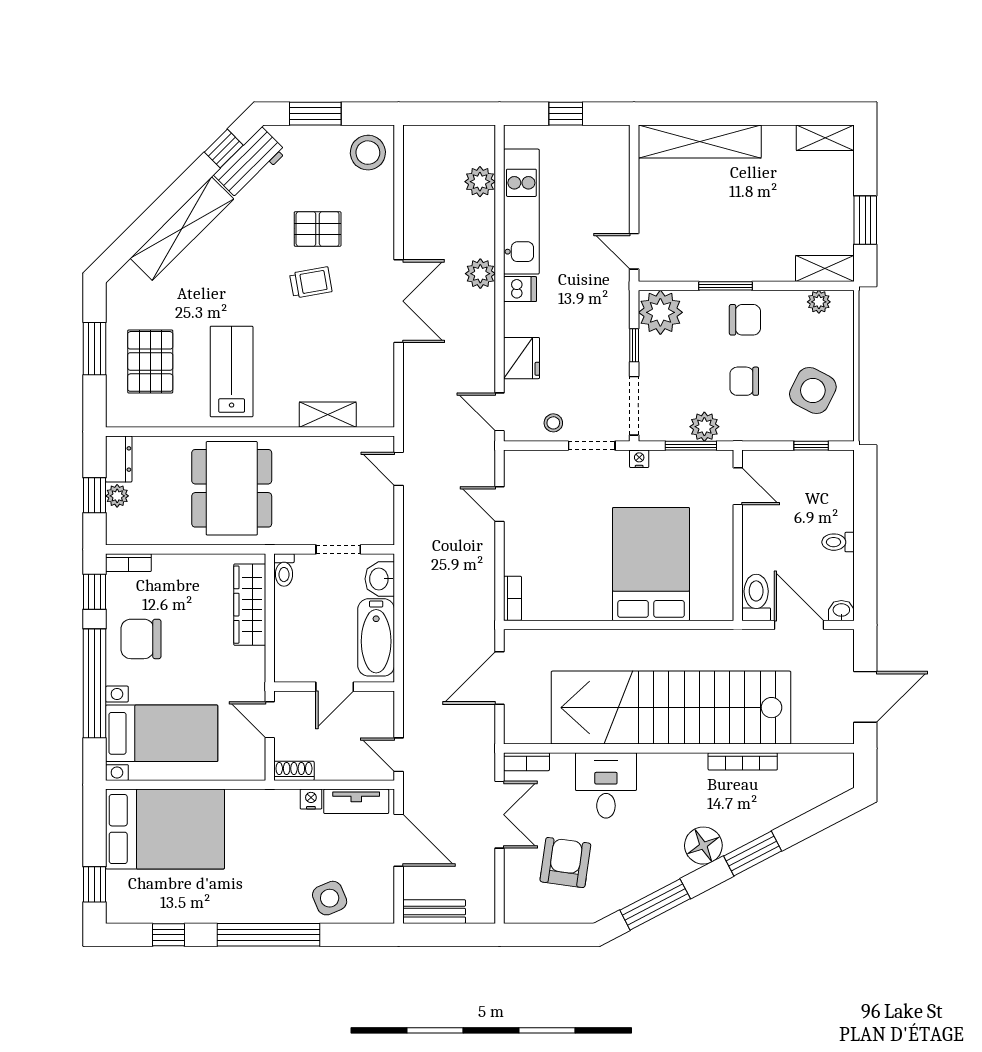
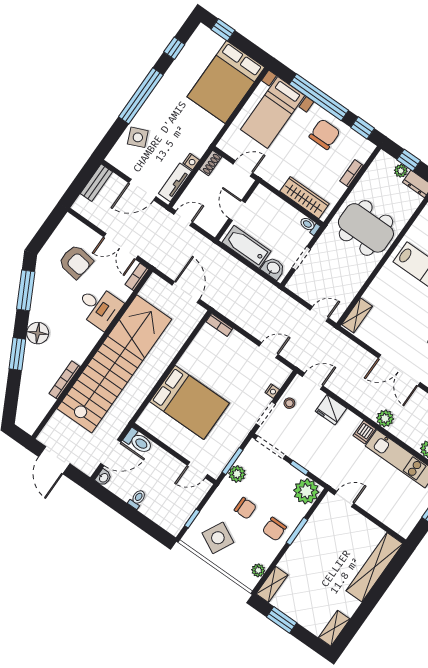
chair: (744, 381) -> (245, 508), turned 90
shelving: (328, 415) -> (357, 315), moved
nightstand: (639, 459) -> (272, 391), moved
bookcase: (128, 563) -> (351, 173), moved

